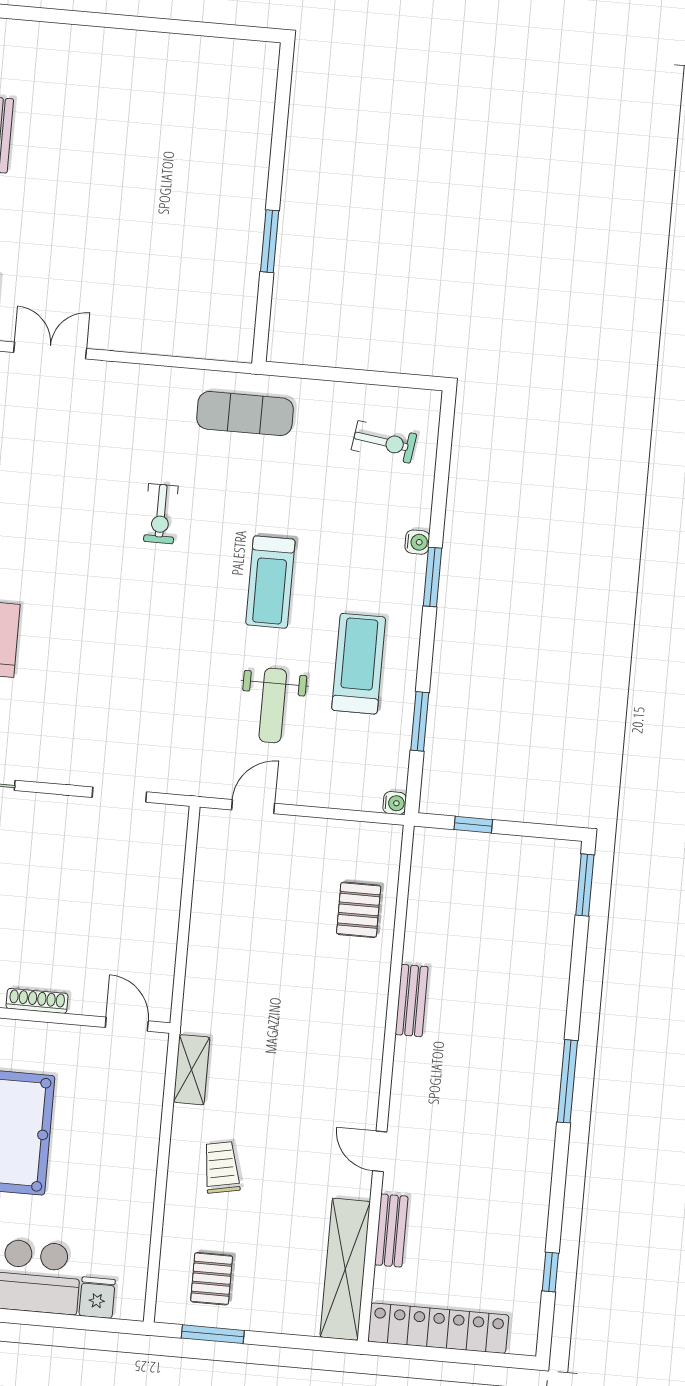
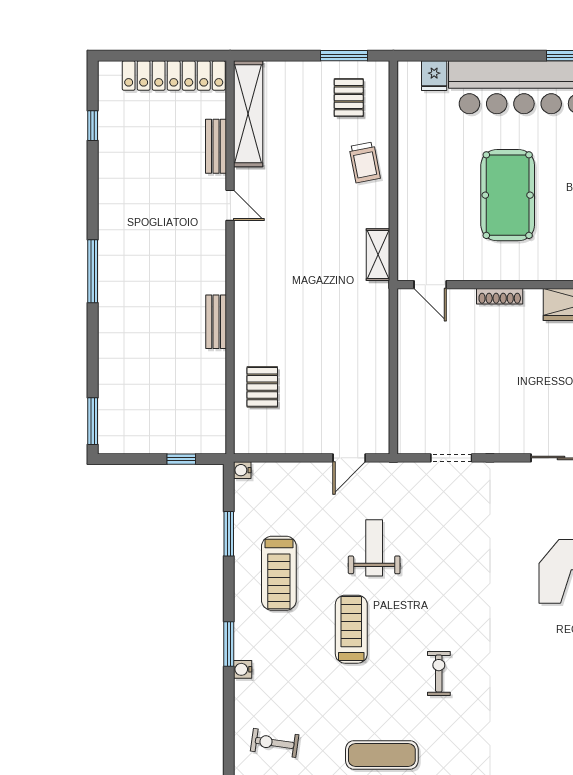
weight bench: (273, 705) -> (374, 548), moved
trolley: (221, 1167) -> (365, 162), moved

